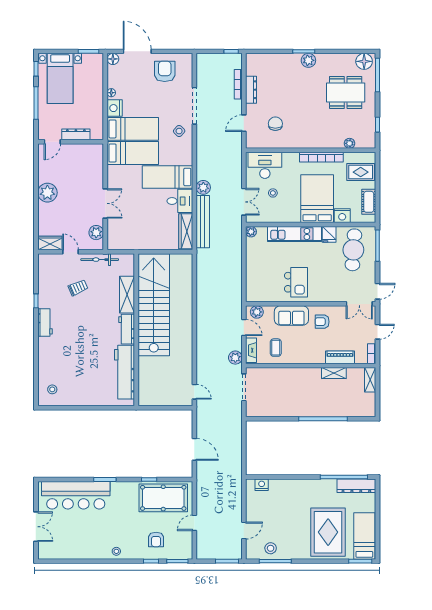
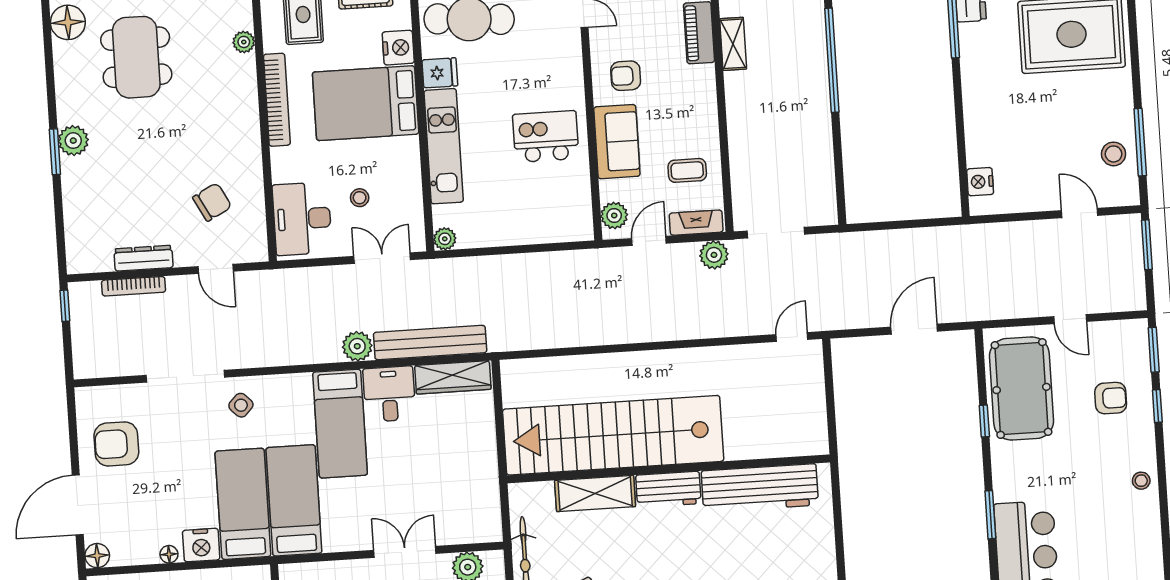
chair: (275, 124) -> (212, 202), turned 152
armchair: (322, 322) -> (626, 76), turned 90

